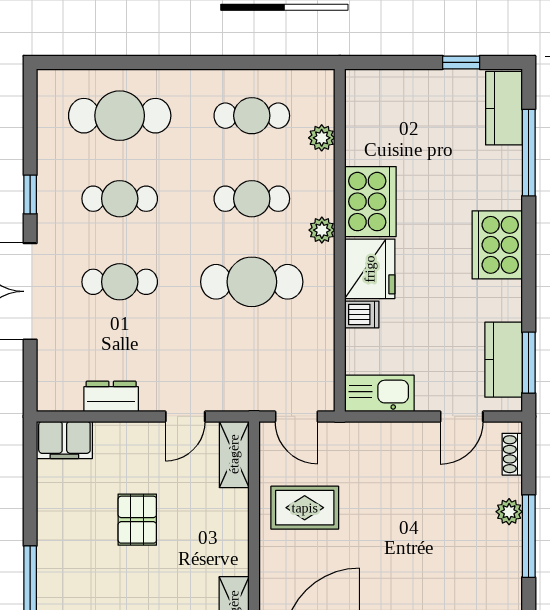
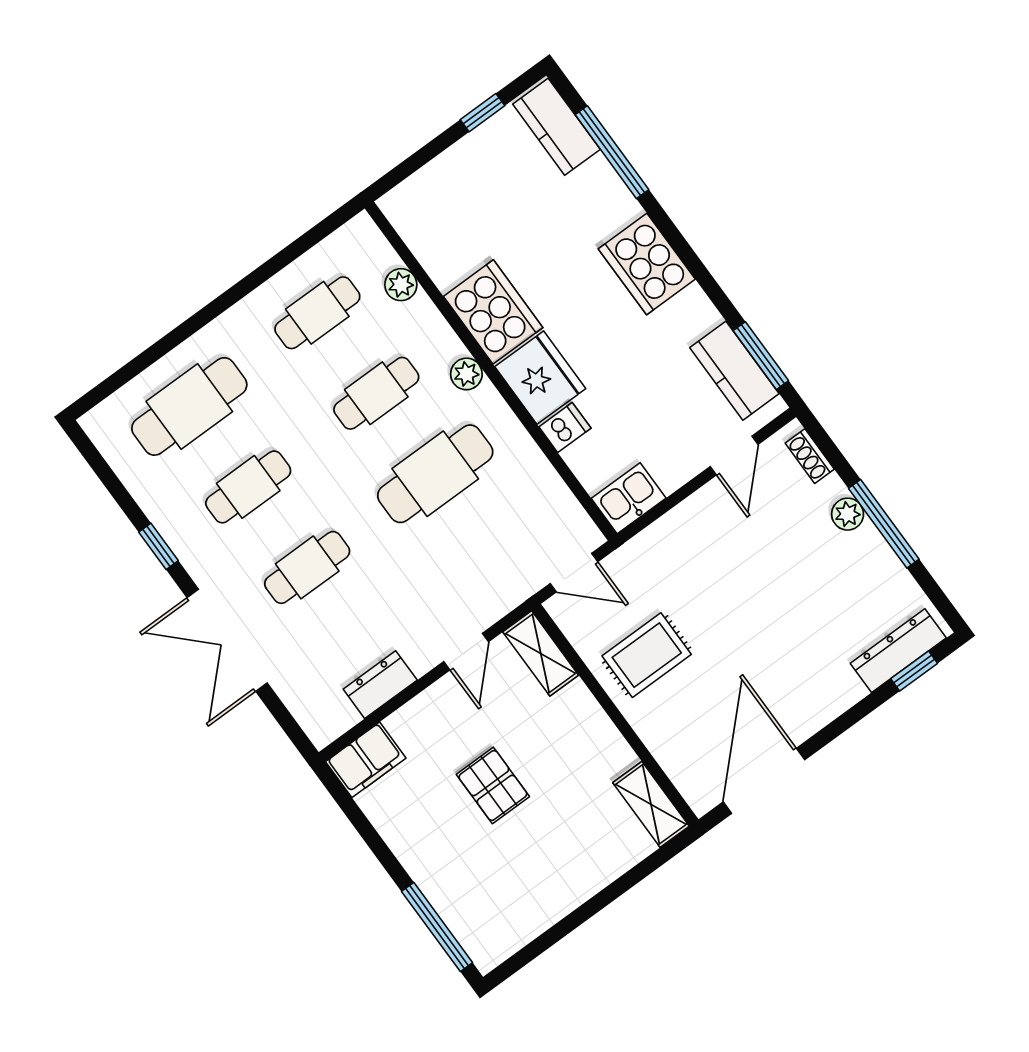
kitchen sink: (379, 393) -> (629, 498), width x0.73

